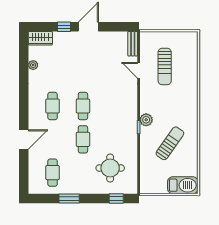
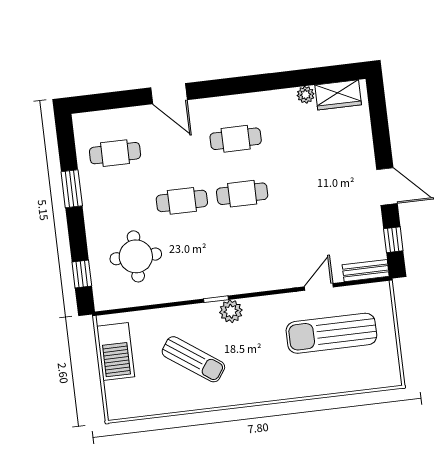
window: (64, 27) -> (393, 240), moved
wardrobe: (40, 38) -> (338, 95), moved, turned -90
sun lounger: (165, 66) -> (331, 333), width x1.36, depth x1.34
barbecue: (183, 185) -> (116, 351), moved

